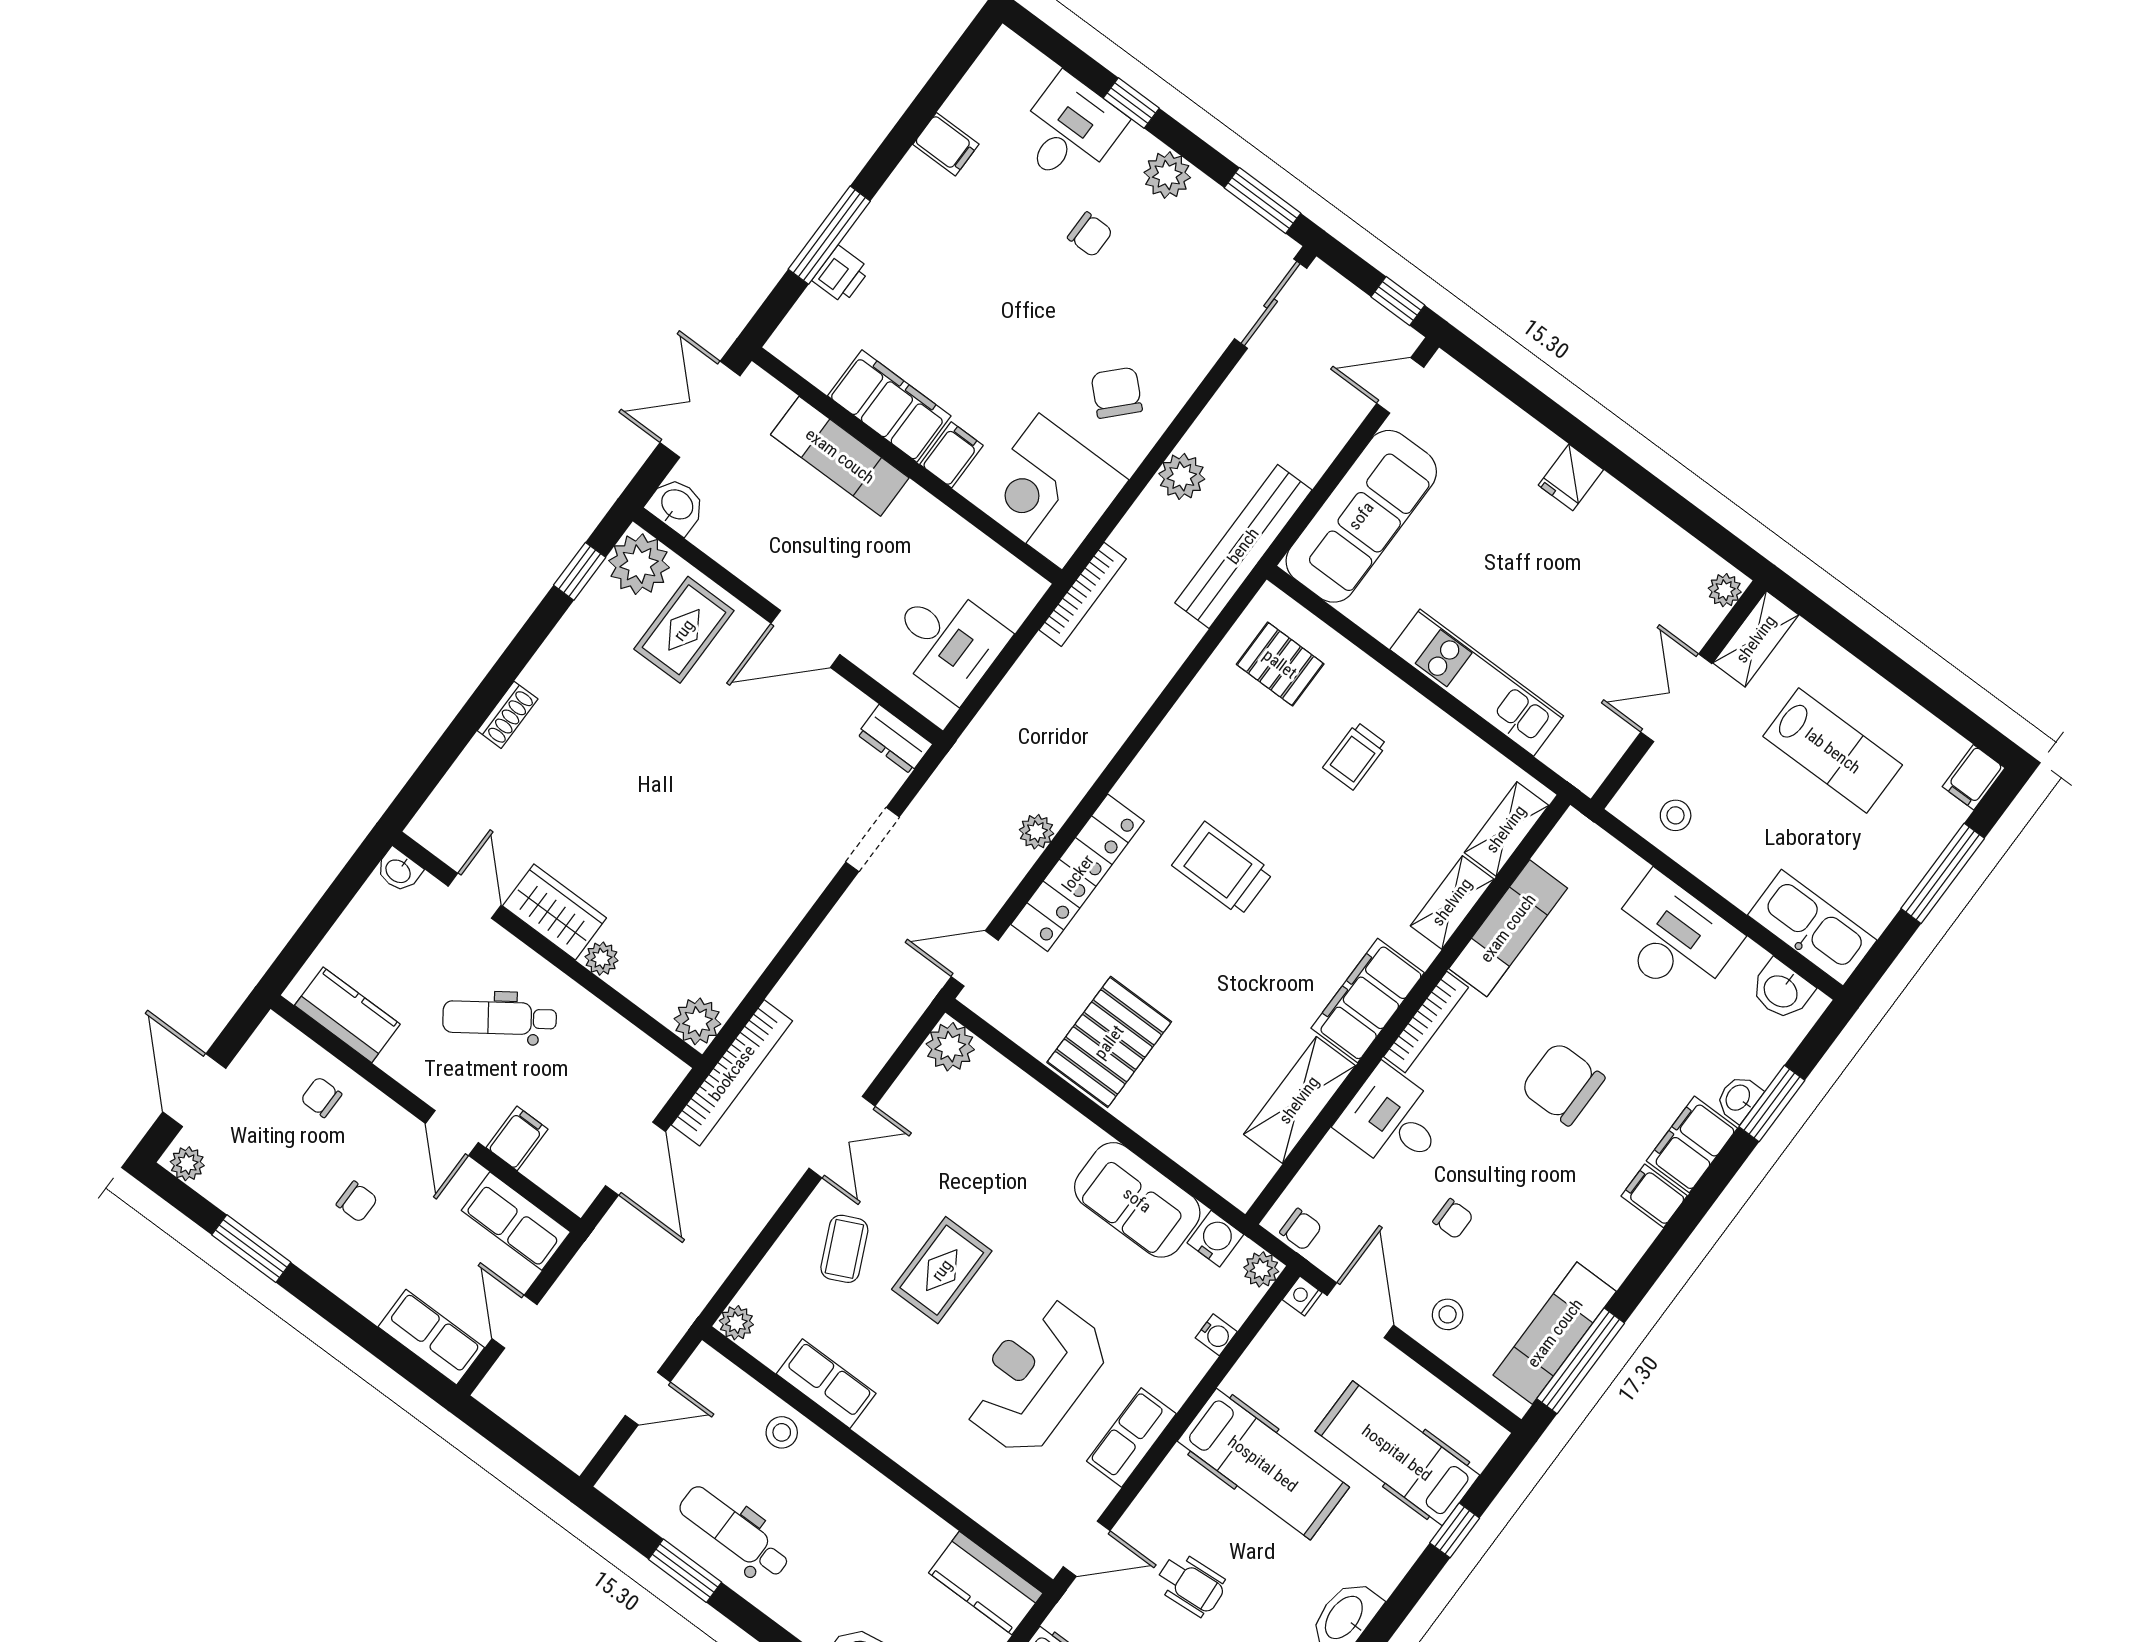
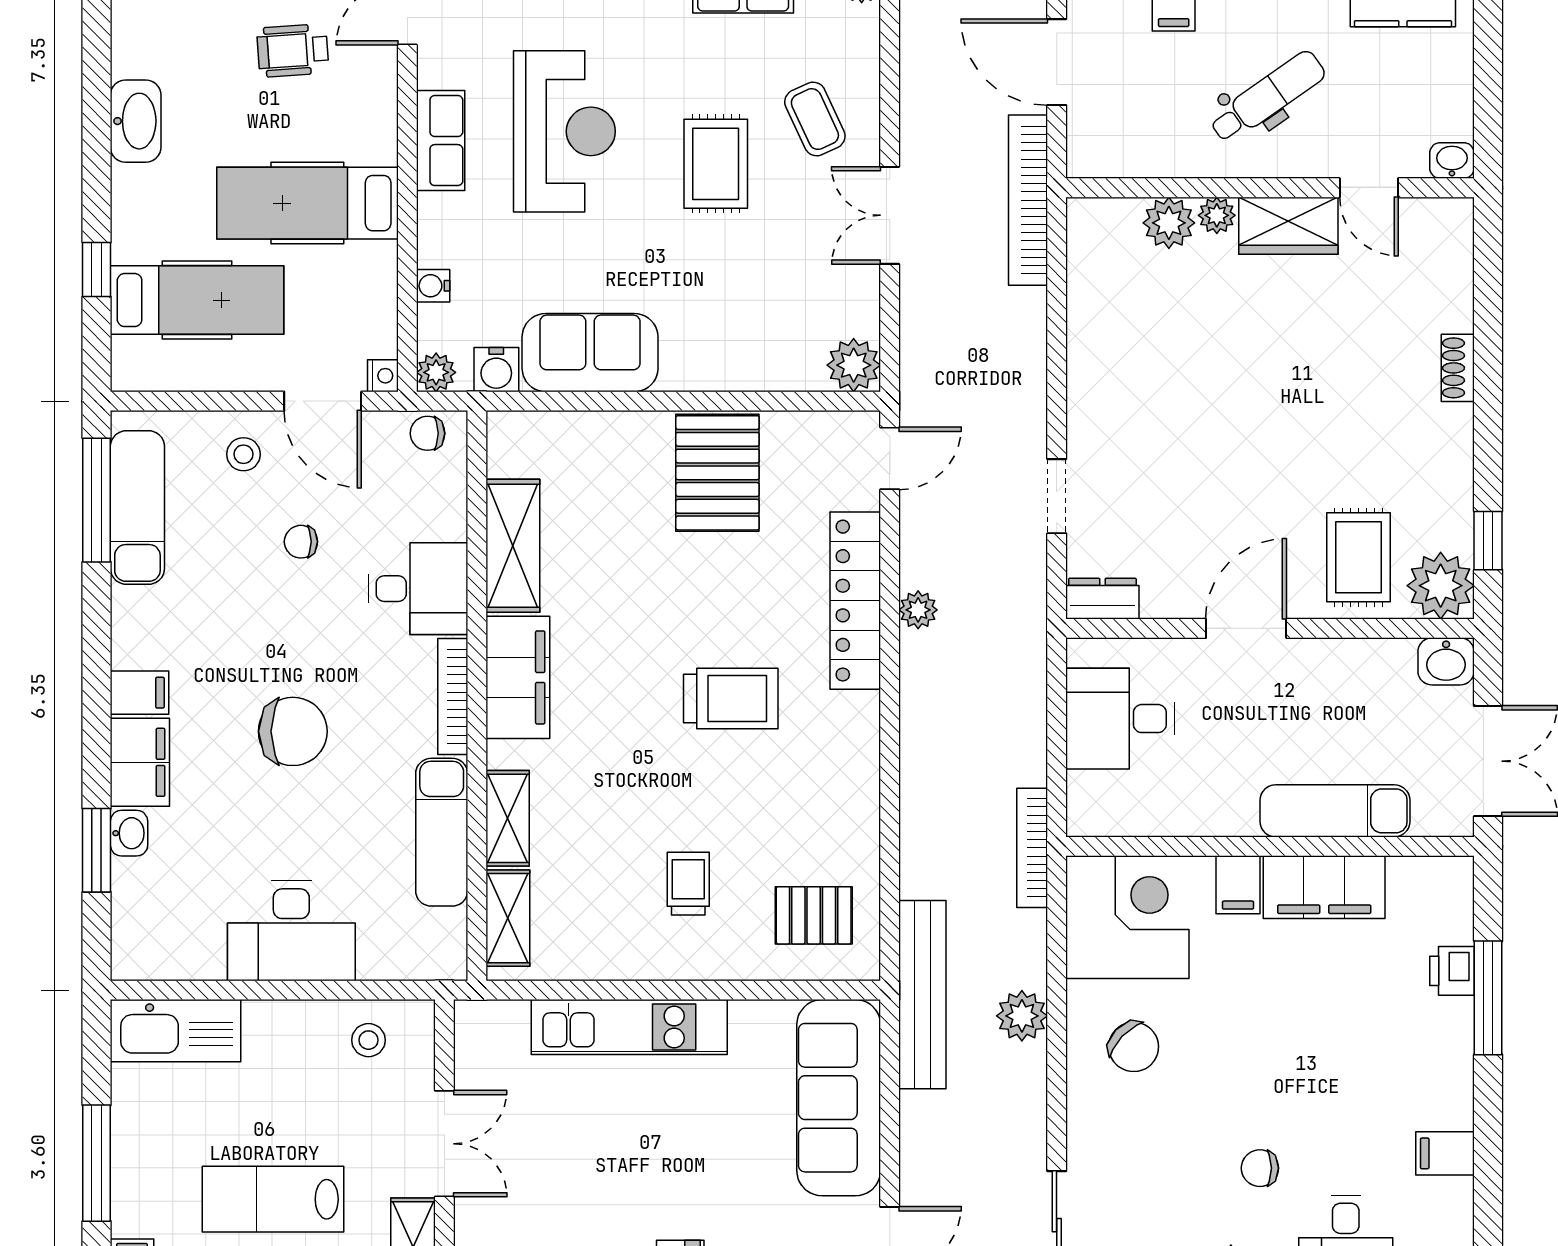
washbasin: (1781, 990) -> (162, 956), removed
plant: (697, 1021) -> (1169, 223), moved

